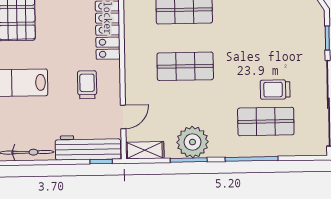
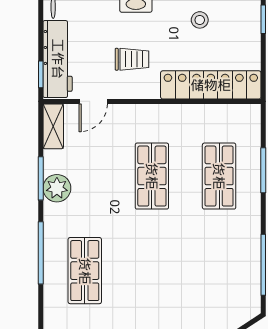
stool: (53, 28) -> (200, 20), added
trolley: (275, 90) -> (122, 282), removed
door: (123, 117) -> (93, 101), hinge flipped
plant: (192, 142) -> (57, 188), width x0.73, depth x0.73

